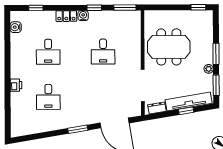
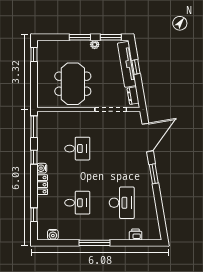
window: (7, 69) -> (95, 243), added
printer: (16, 85) -> (136, 234), moved
desk: (48, 97) -> (122, 203), width x1.37

